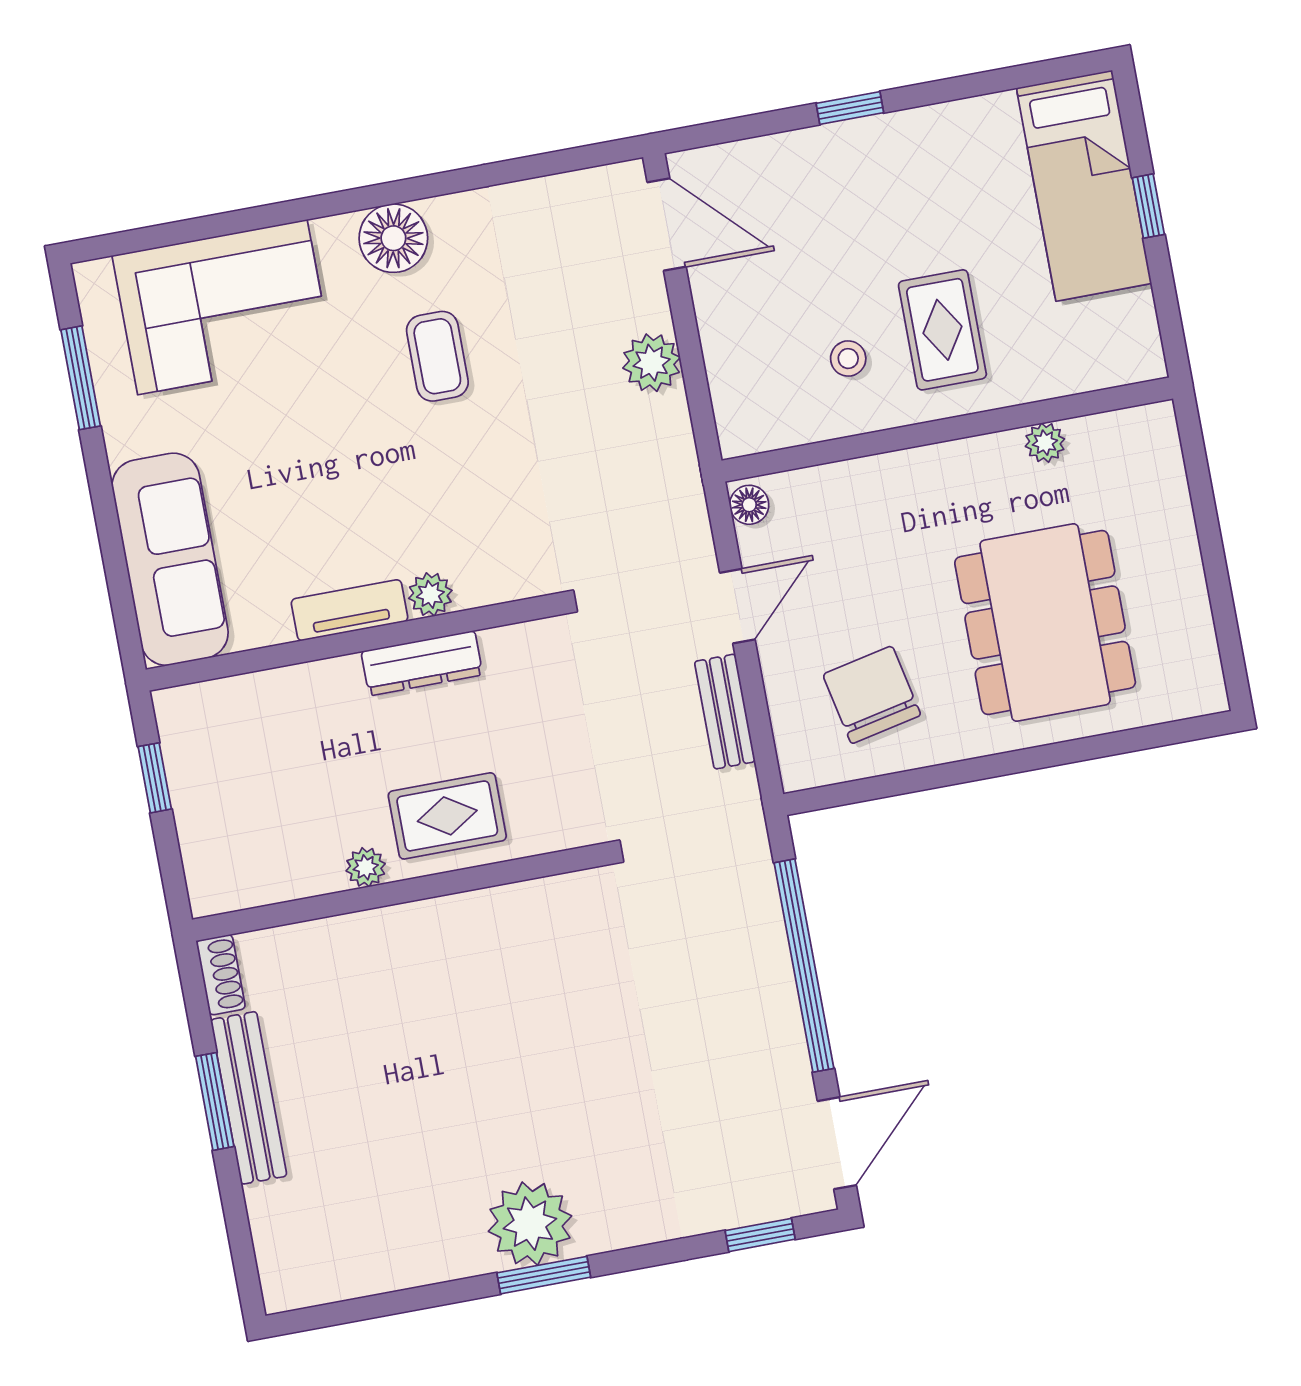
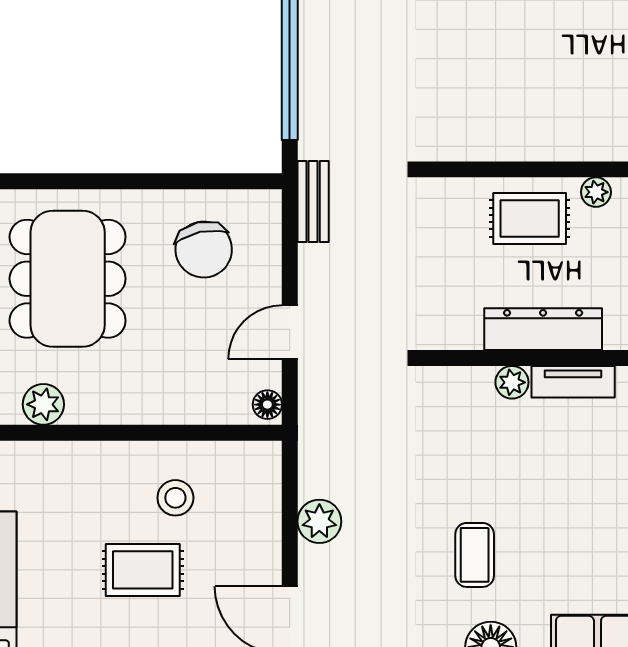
rug: (942, 330) -> (143, 570), moved, turned 90
stool: (848, 359) -> (175, 498), width x1.37, depth x1.37
plant: (1045, 443) -> (43, 404), width x1.38, depth x1.38
dresser: (422, 663) -> (543, 329), width x1.37, depth x1.24
bench: (725, 712) -> (313, 201), moved

